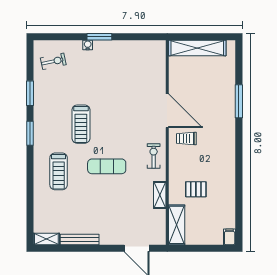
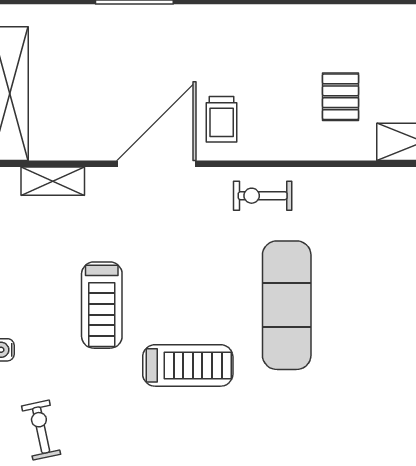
exercise mat: (107, 166) -> (287, 305), width x1.36, depth x1.45
treadmill: (59, 171) -> (102, 305), moved, turned 90
shelving: (160, 195) -> (53, 181), moved

